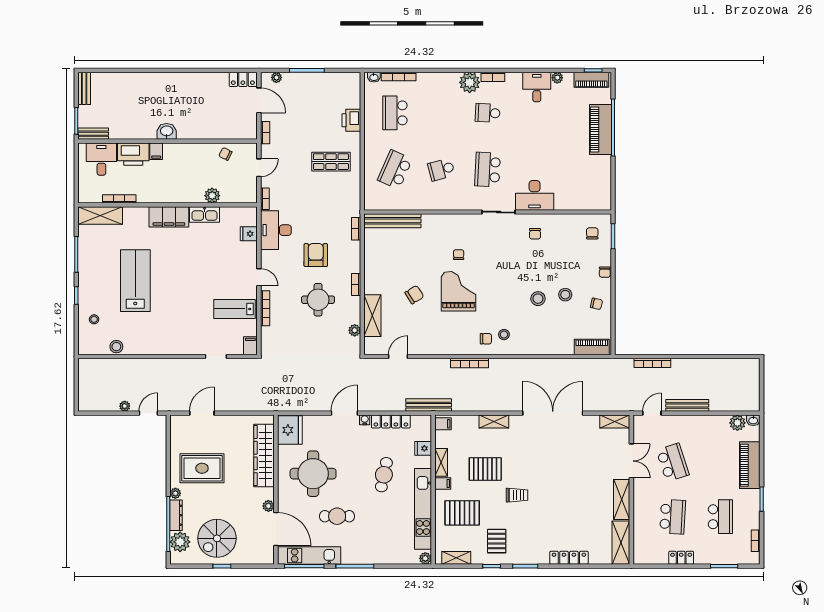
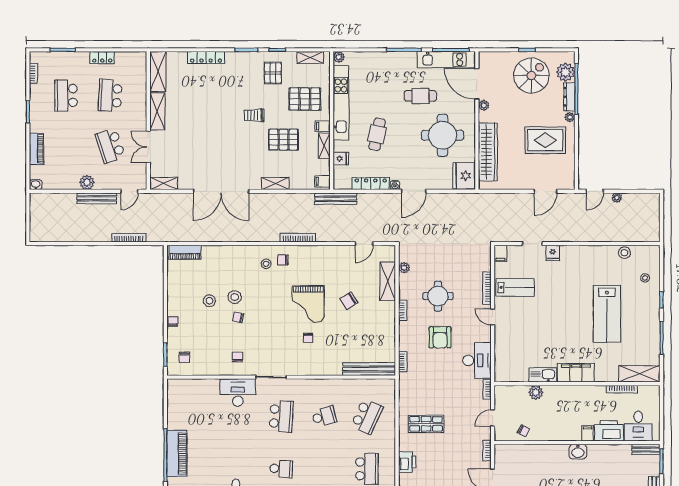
fridge: (249, 234) -> (553, 253), moved, turned 90
chair: (596, 304) -> (238, 317), moved
plant: (737, 423) -> (87, 182), moved
piano: (750, 465) -> (37, 149), width x0.73, depth x0.75

